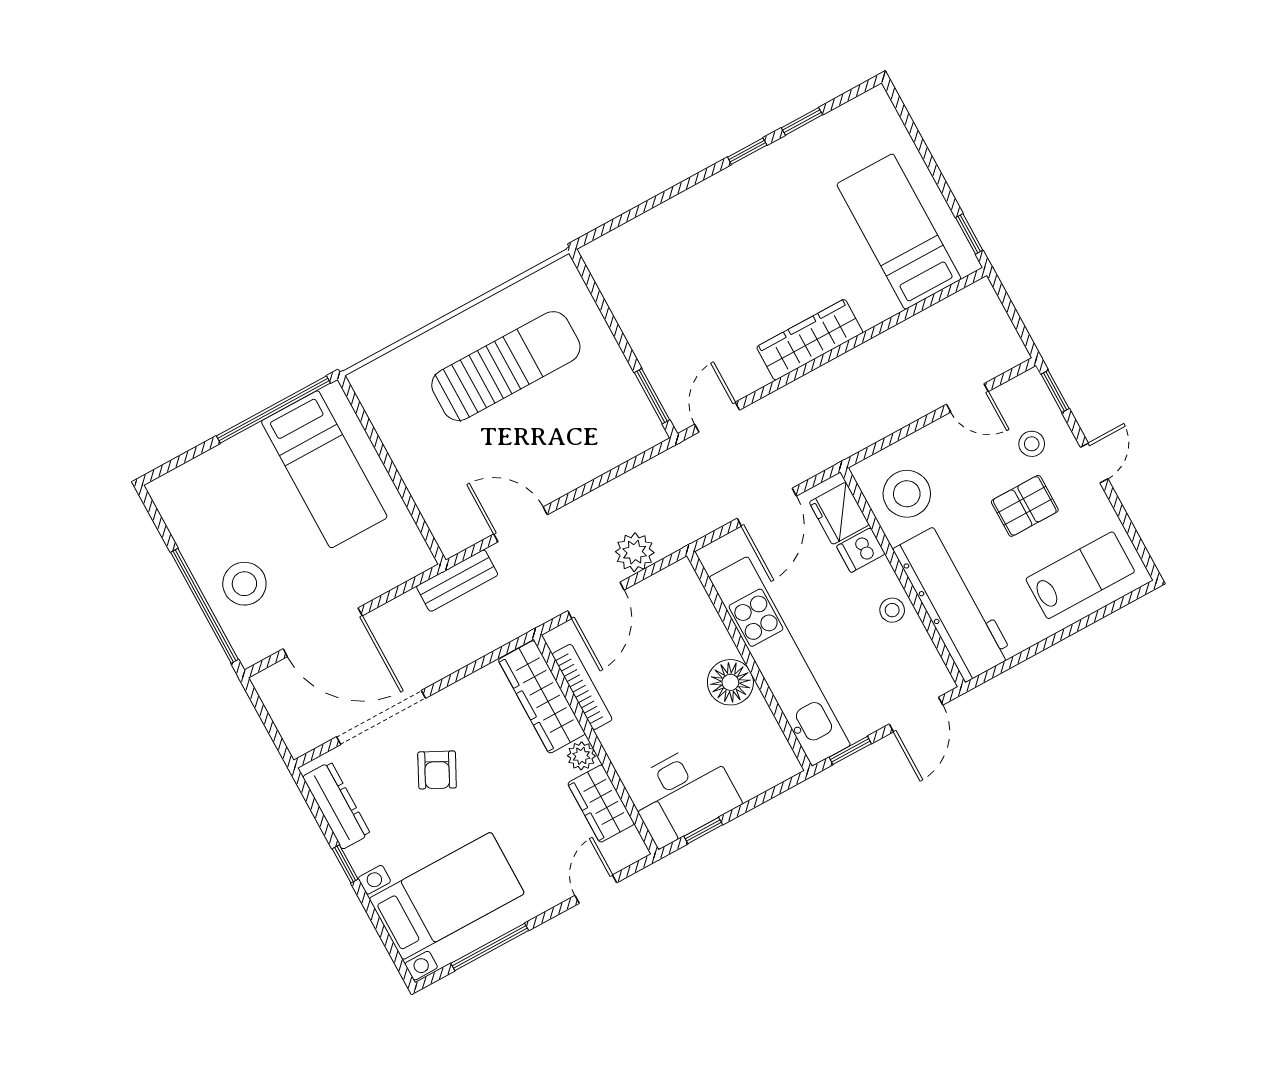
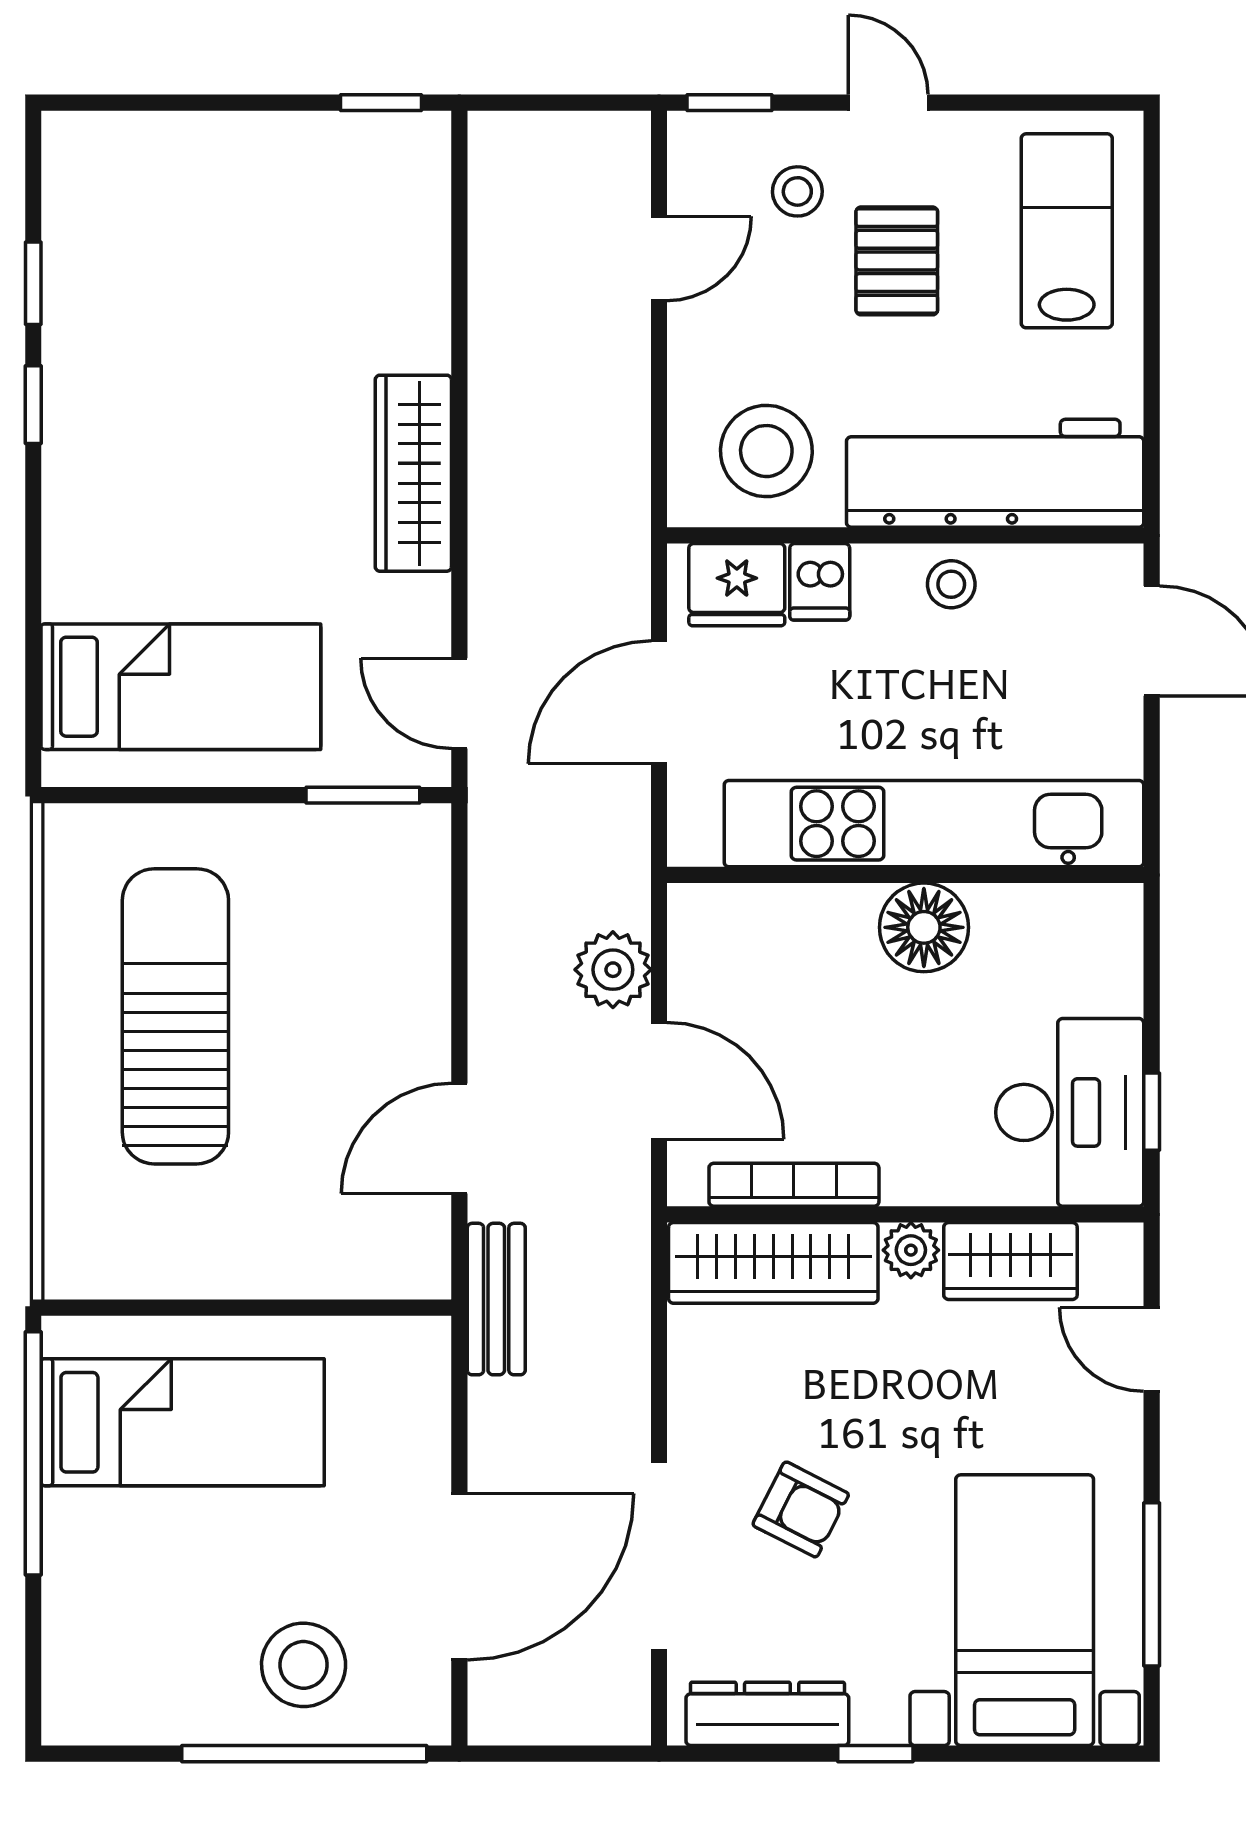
bed: (899, 232) -> (181, 687), moved, turned 180
door: (767, 507) -> (659, 702), swing flipped
window: (850, 750) -> (1152, 786), removed

